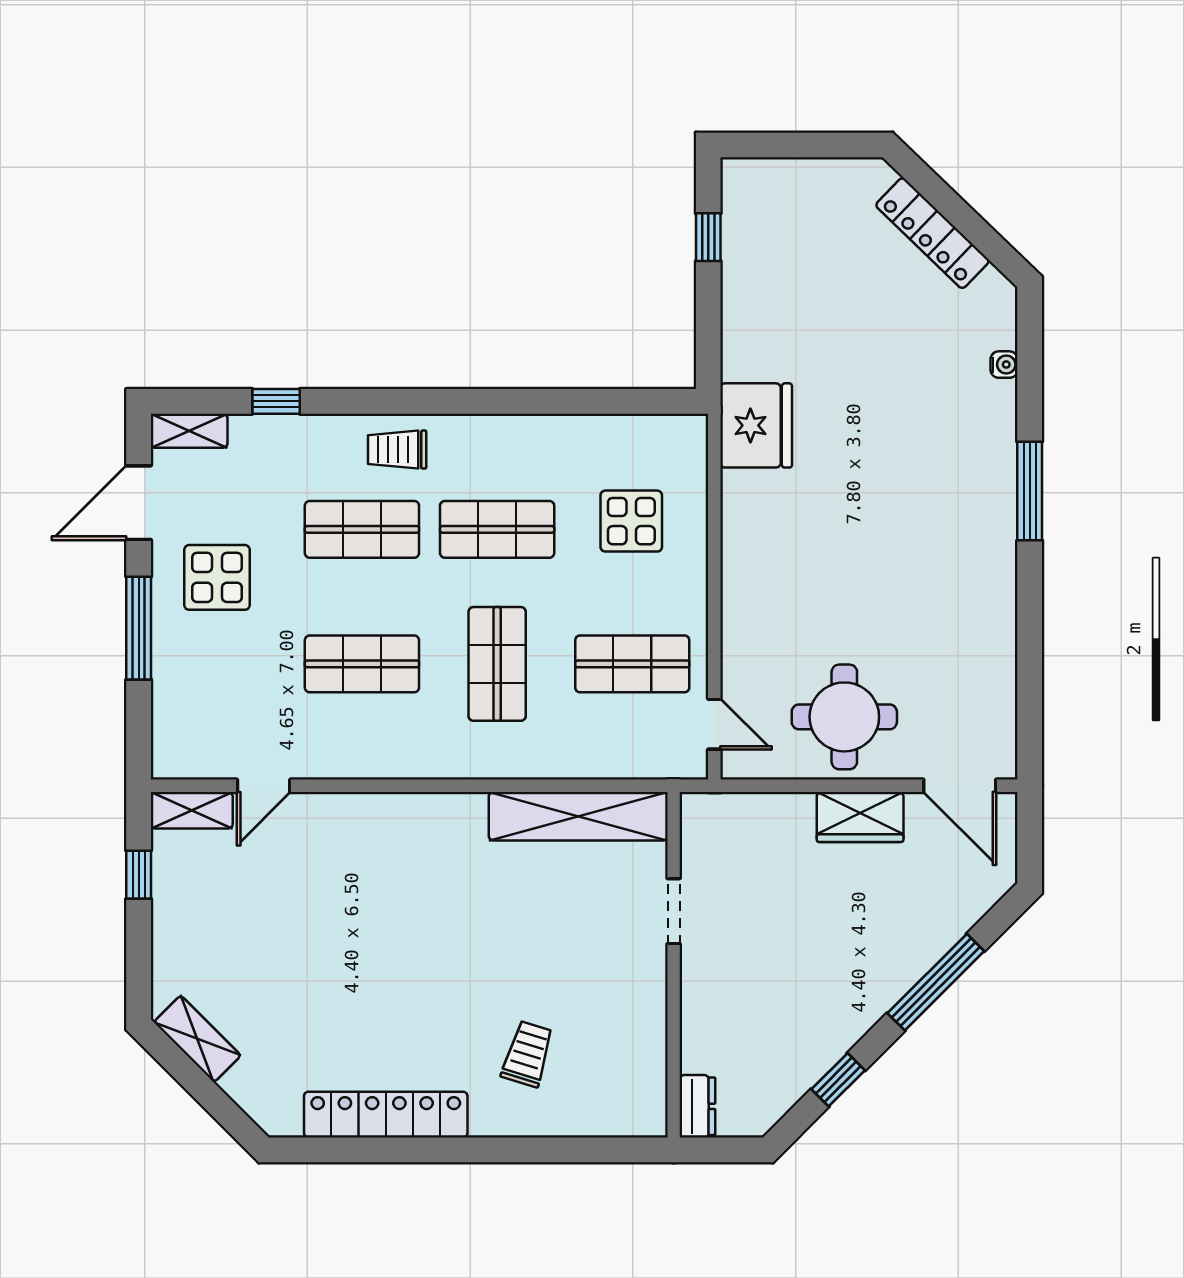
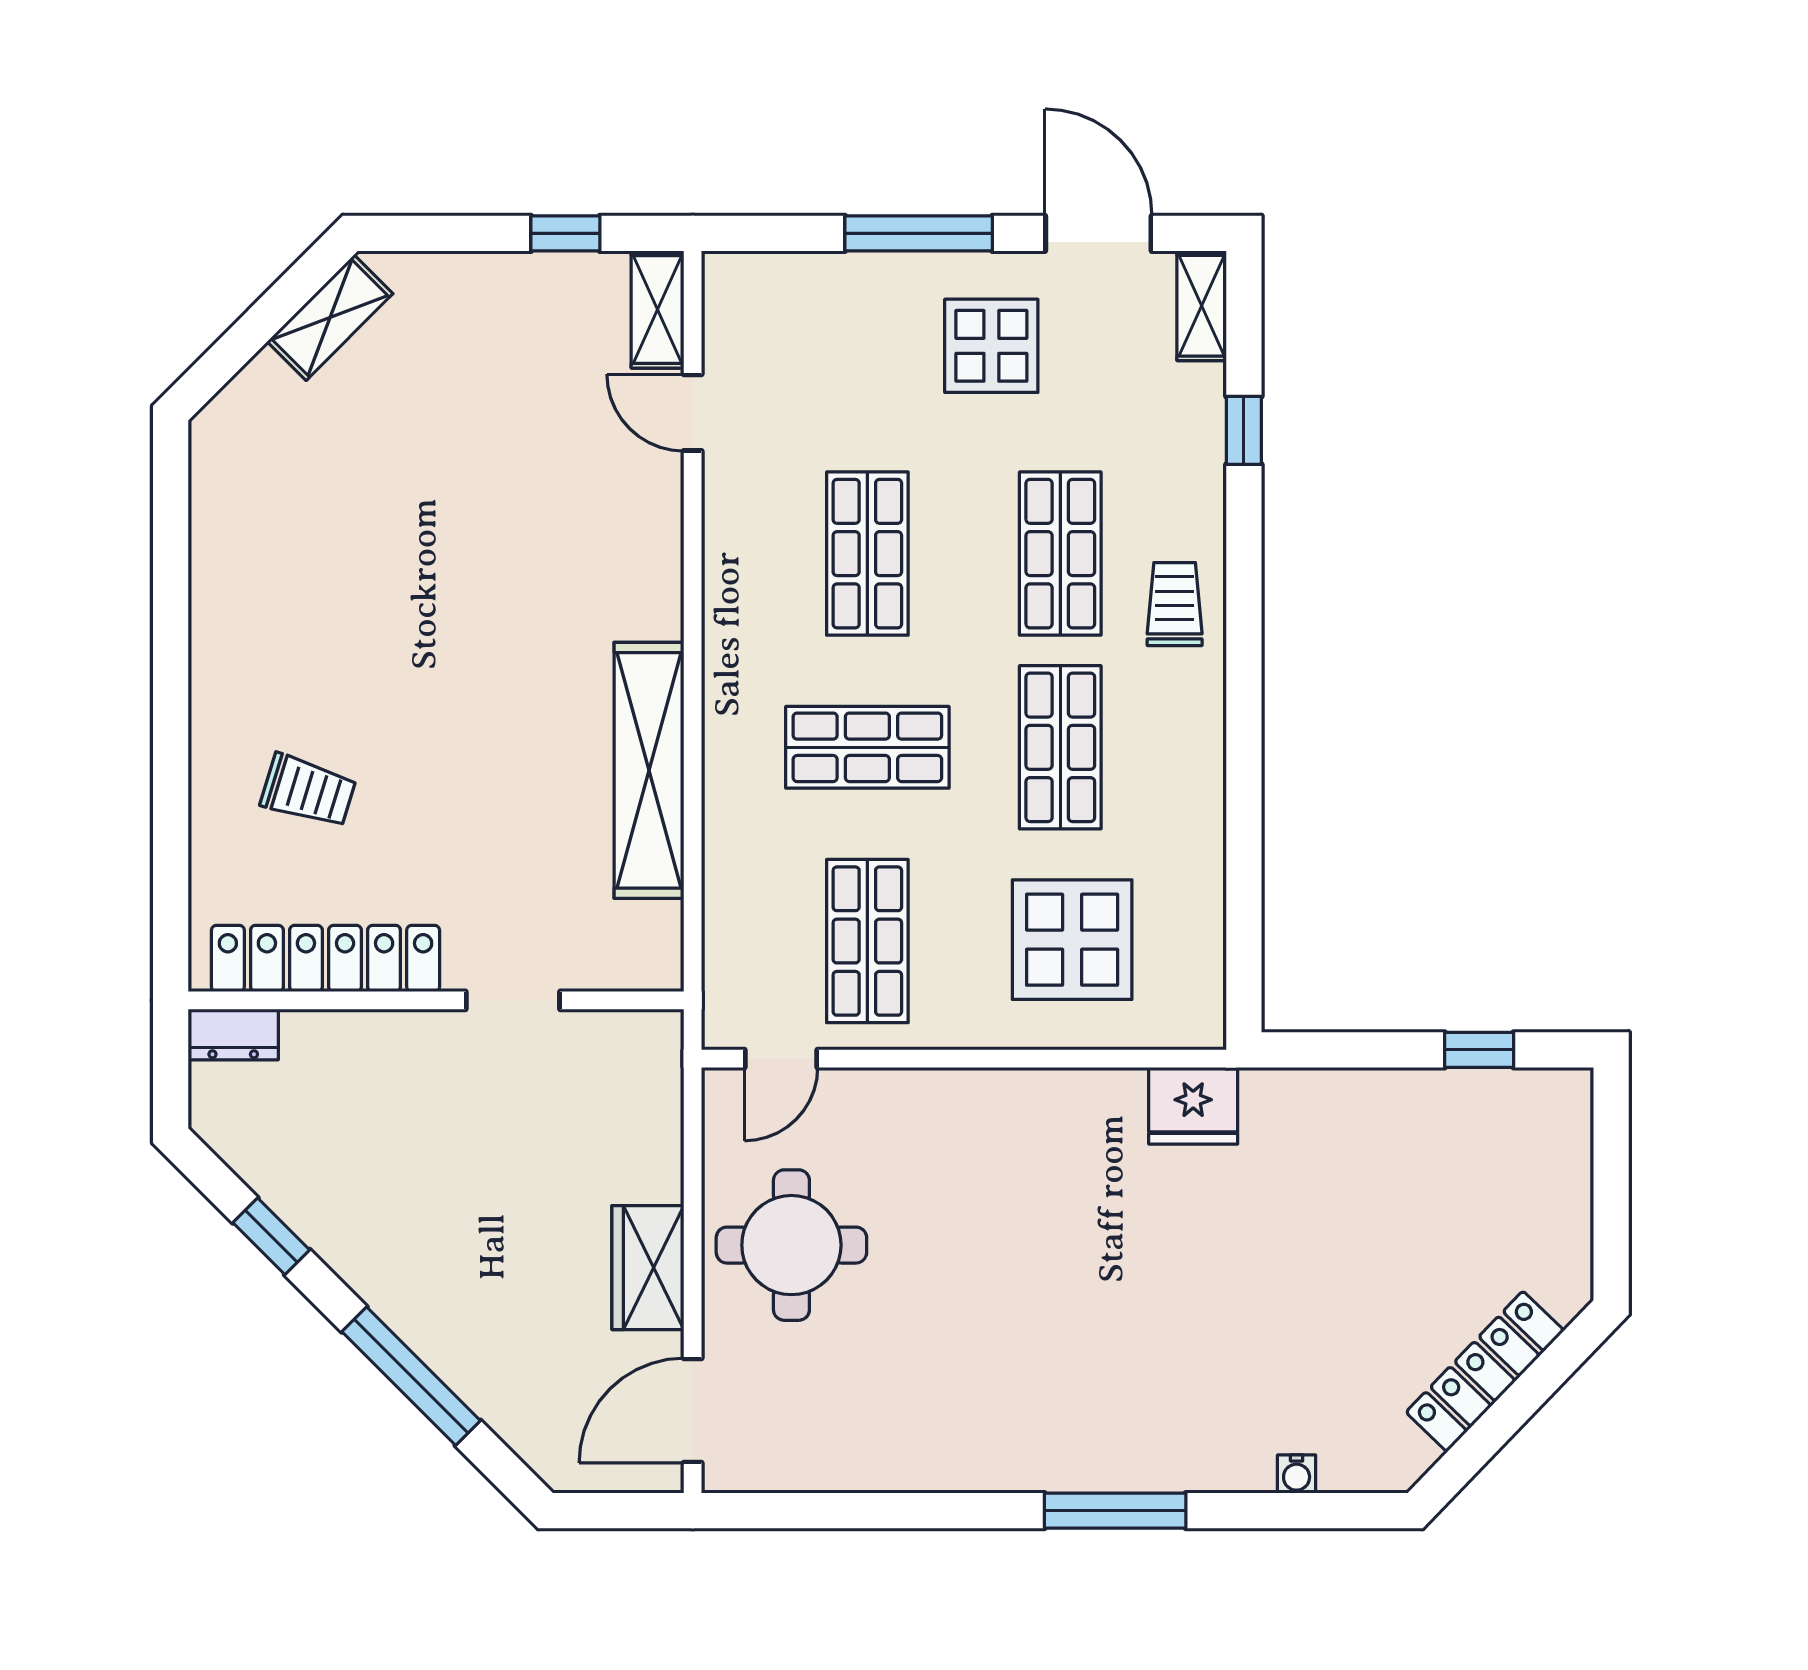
fridge: (756, 425) -> (1193, 1106), width x0.73, depth x0.75
display table: (631, 521) -> (1072, 940), width x1.36, depth x1.36
shelving: (578, 816) -> (649, 770), moved
locker: (386, 1115) -> (325, 958), moved, turned -90

